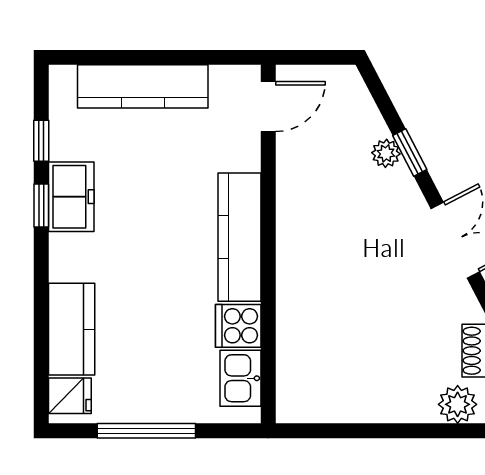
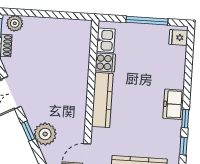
plant: (386, 153) -> (45, 134), width x1.88, depth x1.88
freezer: (71, 197) -> (173, 104), moved
kitchen counter: (72, 329) -> (176, 66), removed

